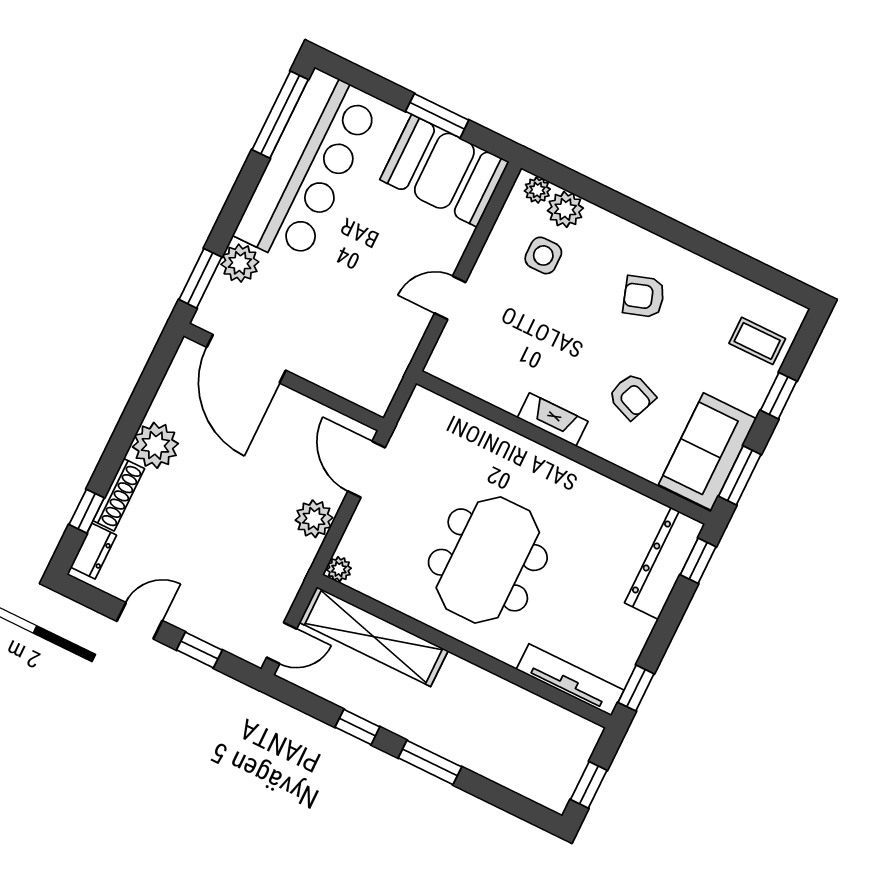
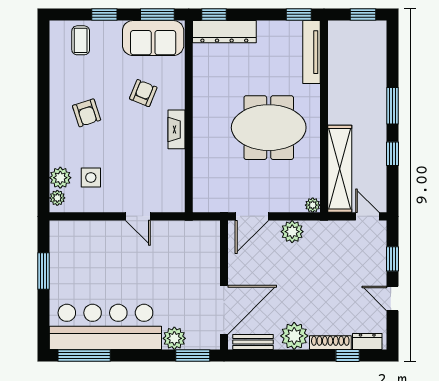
booth: (444, 171) -> (71, 253), removed
bench: (177, 379) -> (253, 342), added

